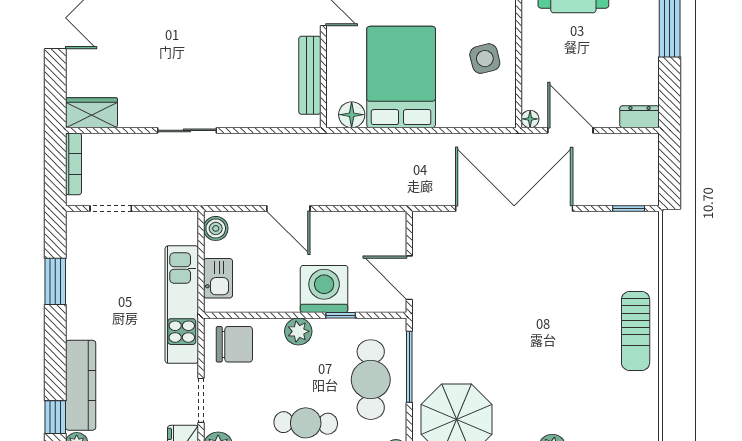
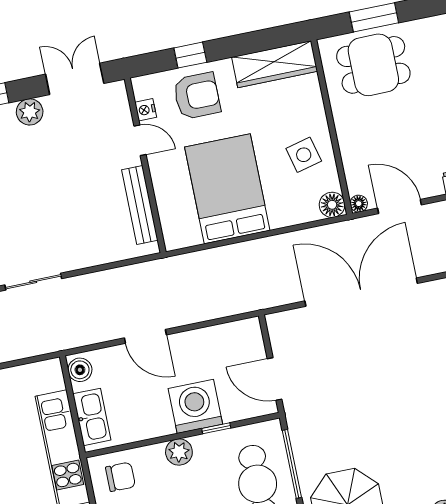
floor lamp: (352, 115) -> (332, 205), moved
kitchen sink: (218, 278) -> (92, 417), width x1.38
chair: (234, 344) -> (120, 477), width x0.73, depth x0.73

